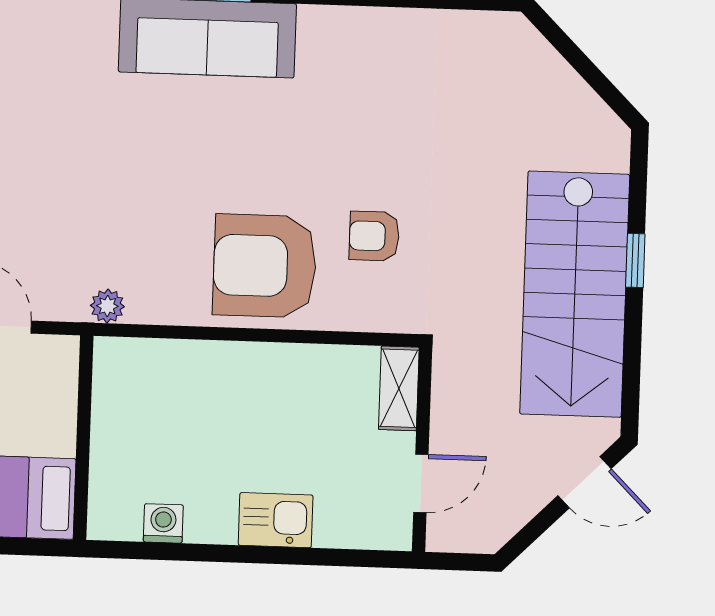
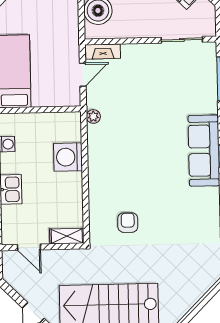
armchair: (265, 266) -> (113, 179), removed
washing machine: (204, 374) -> (68, 157), added

